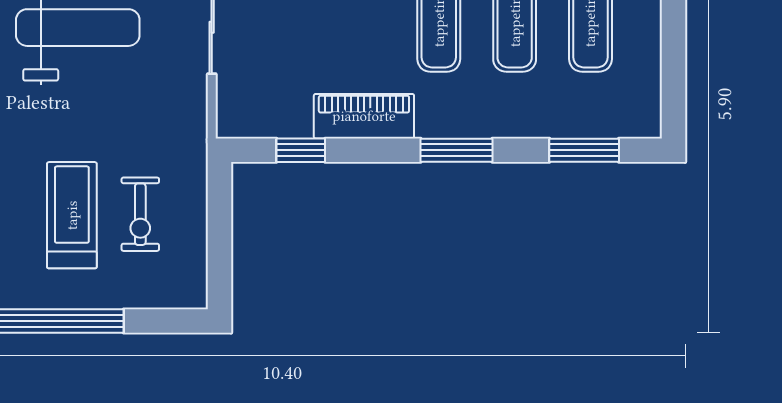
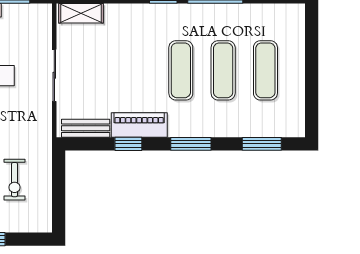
bench: (268, 122) -> (86, 128), added
window: (301, 150) -> (128, 144), moved

